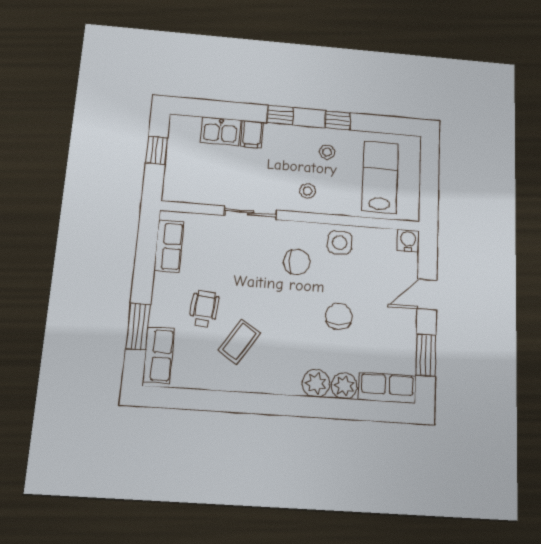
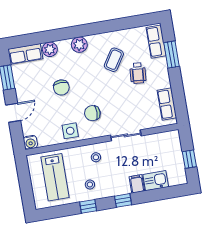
plant: (316, 383) -> (79, 45), moved

